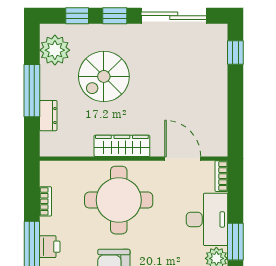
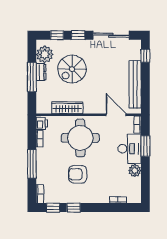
bench: (217, 104) -> (135, 84), added
dresser: (48, 116) -> (41, 72), moved
wardrobe: (122, 146) -> (67, 108), moved
window: (235, 242) -> (145, 146), moved
printer: (50, 247) -> (42, 123), moved

